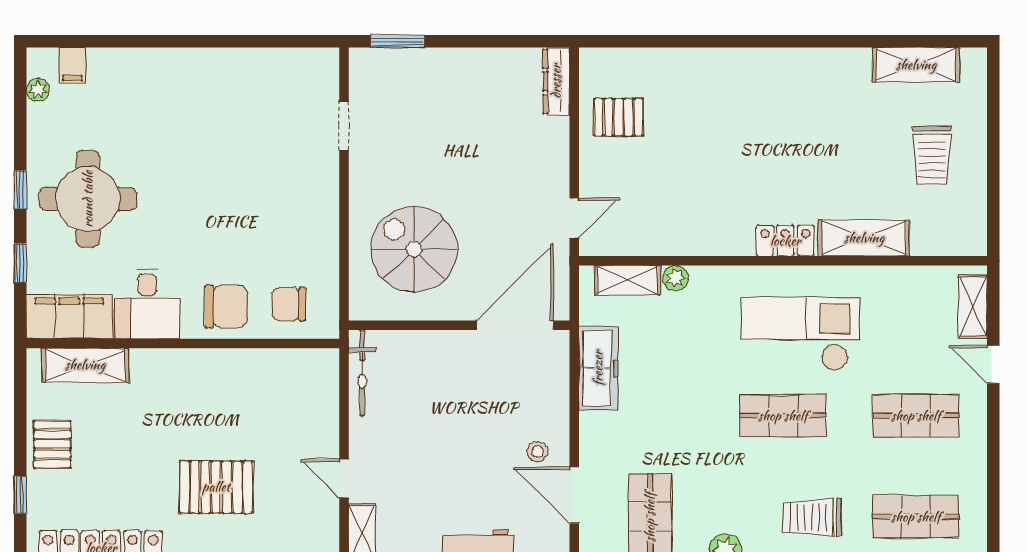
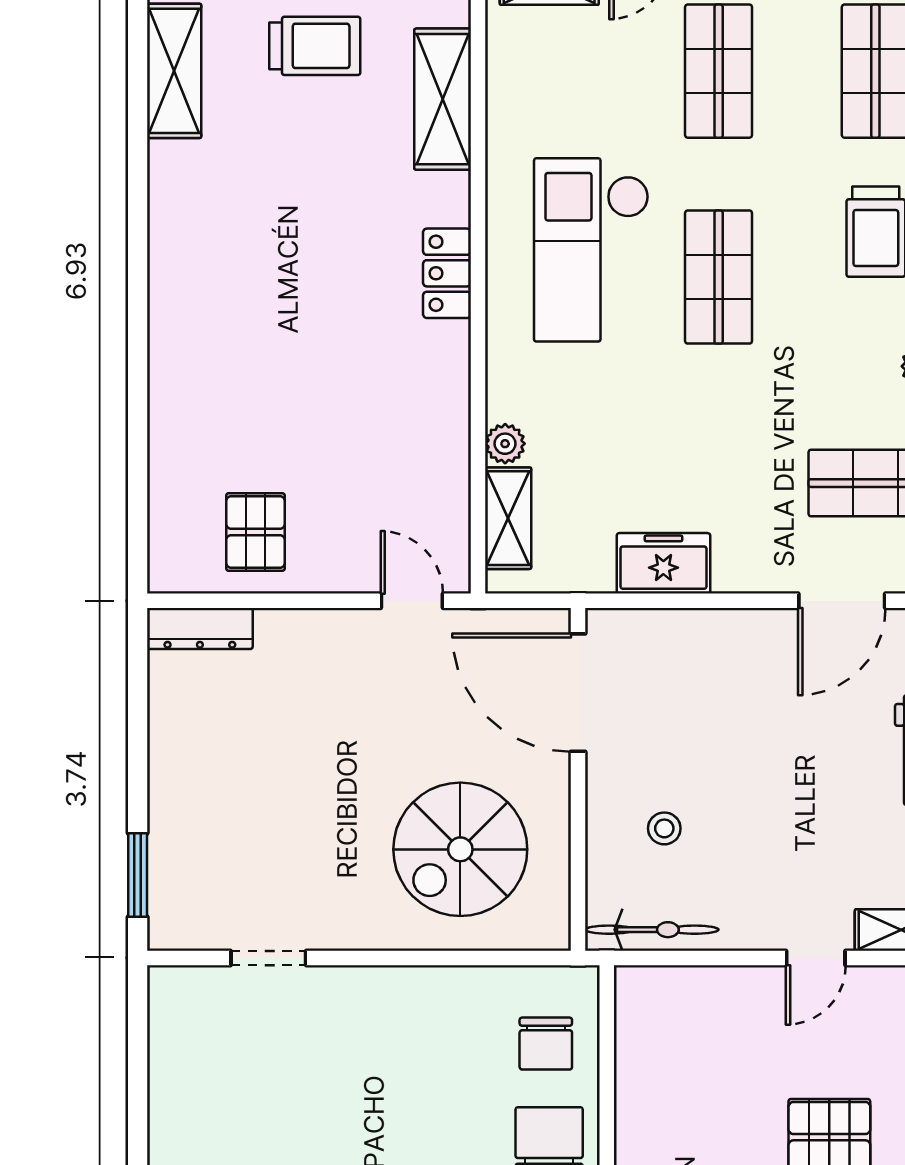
shelving: (864, 238) -> (443, 99), moved
freezer: (598, 368) -> (663, 563), width x0.71
stool: (538, 452) -> (664, 828), moved

